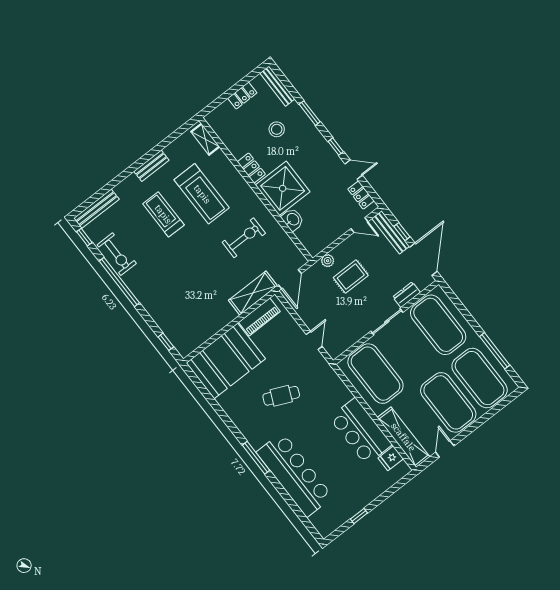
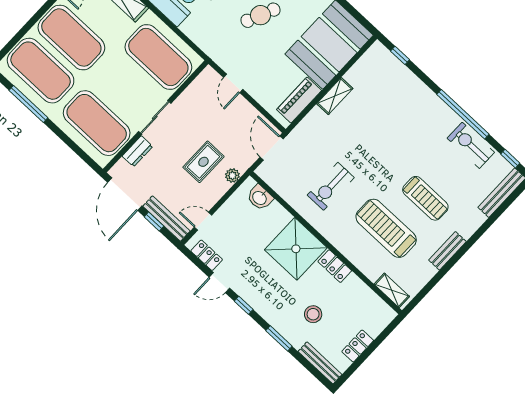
washbasin: (293, 219) -> (260, 198), moved
shelving: (253, 293) -> (335, 96), moved, width x0.67, depth x0.75

